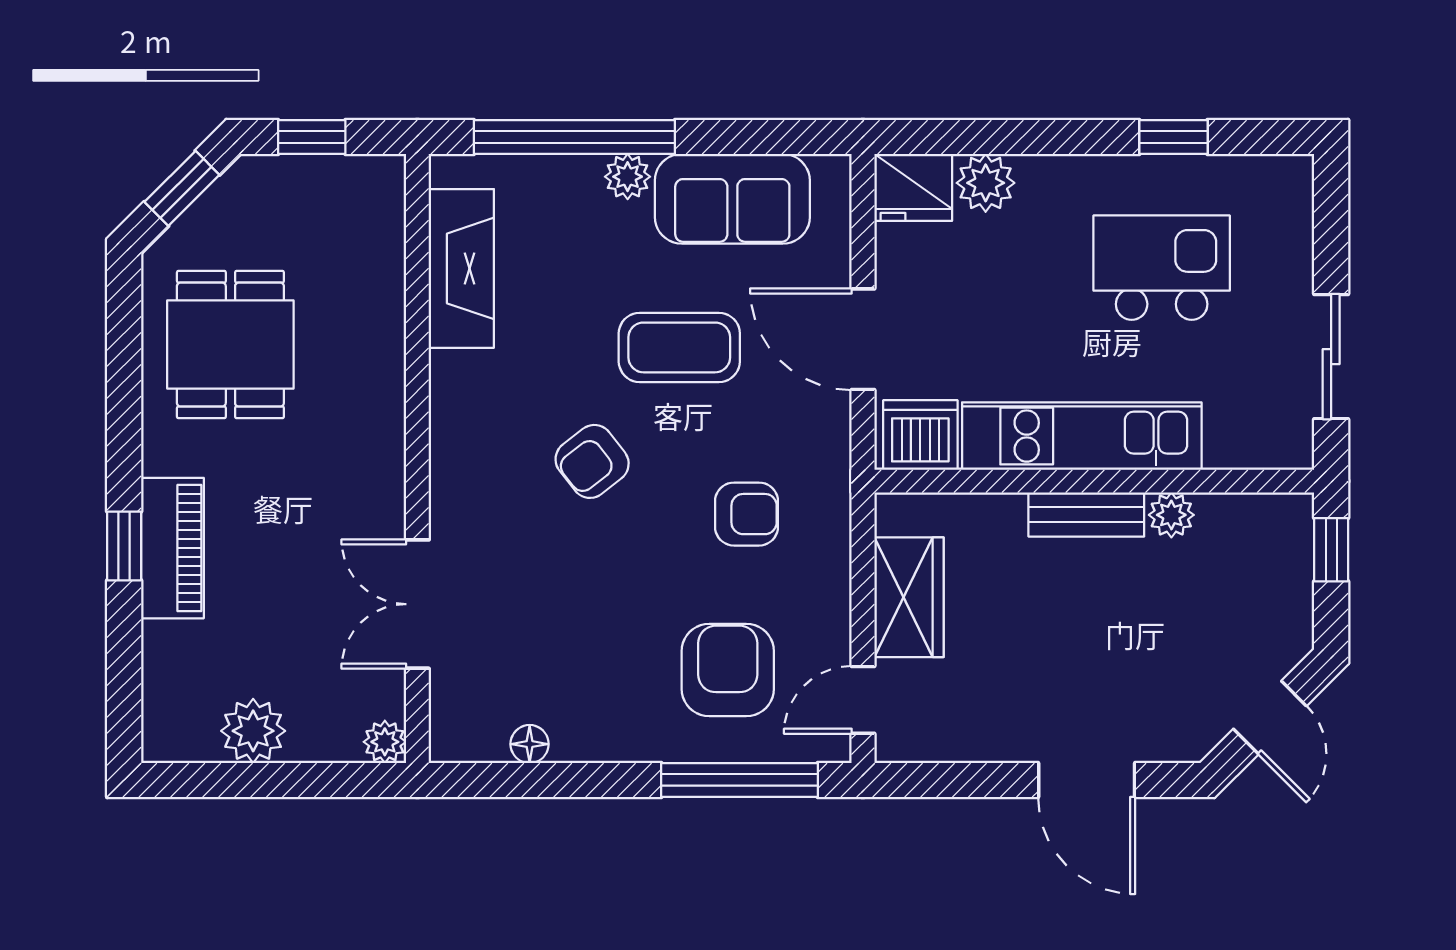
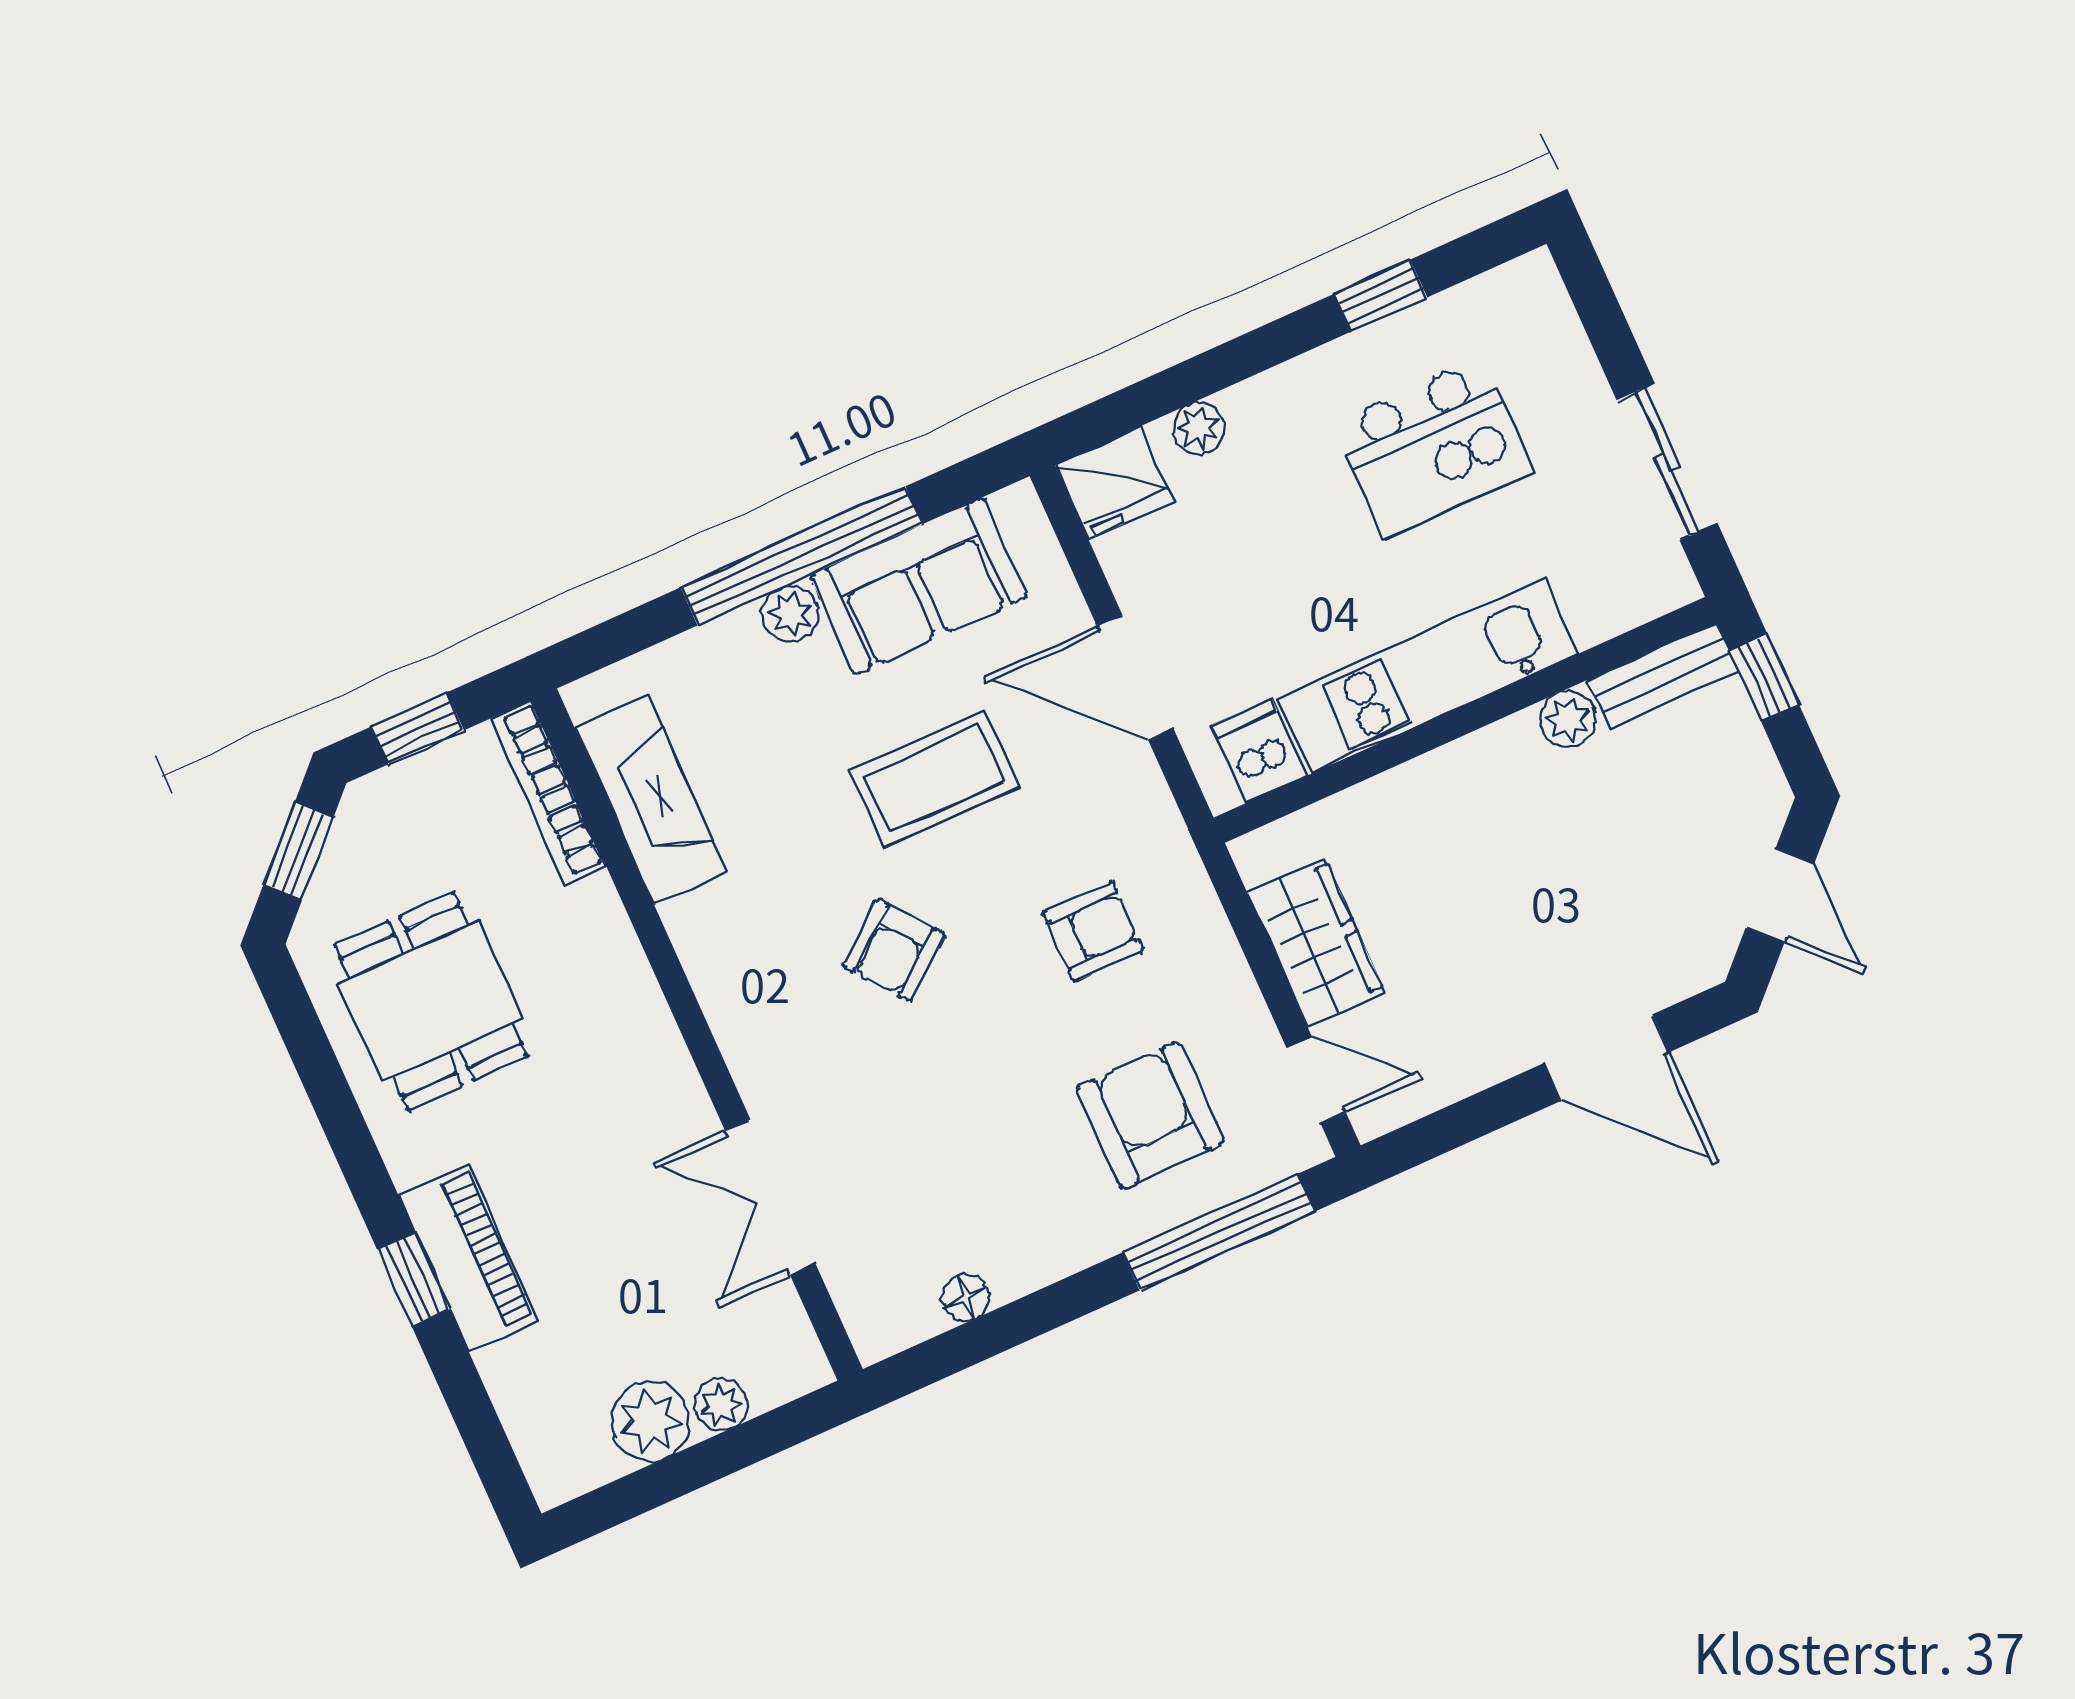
window: (574, 137) -> (802, 556), moved
plant: (986, 183) -> (1199, 428), width x0.73, depth x0.73
bookcase: (387, 228) -> (548, 792), added
kitchen island: (1162, 268) -> (1433, 448), turned 180
dishwasher: (920, 435) -> (1259, 751), width x0.73
bench: (1086, 514) -> (1663, 676), moved
door: (863, 700) -> (1316, 1080), swing flipped
plant: (385, 742) -> (721, 1404), moved

